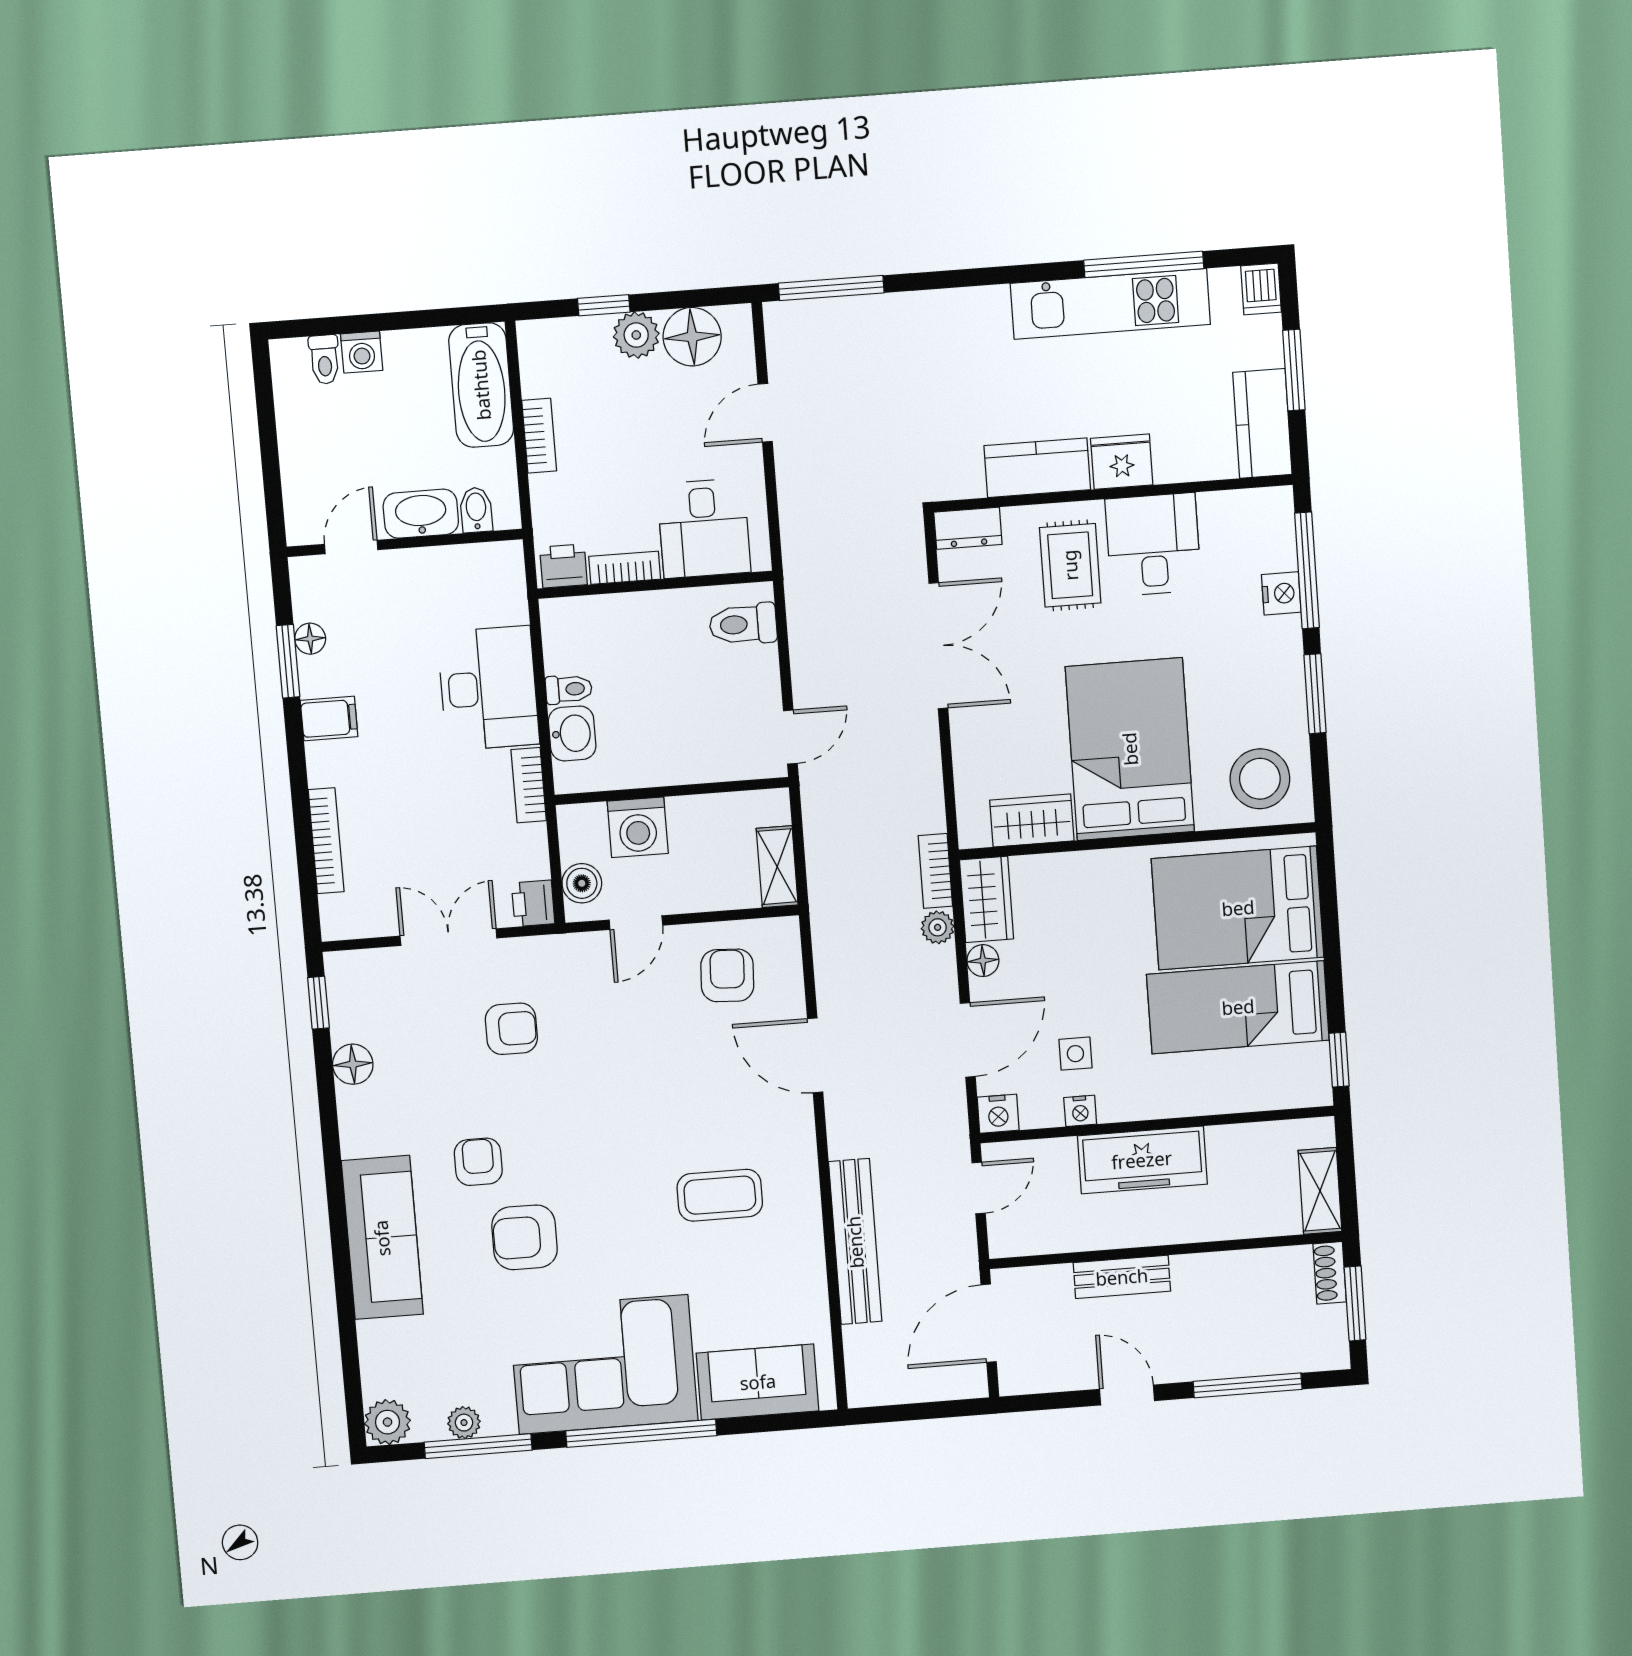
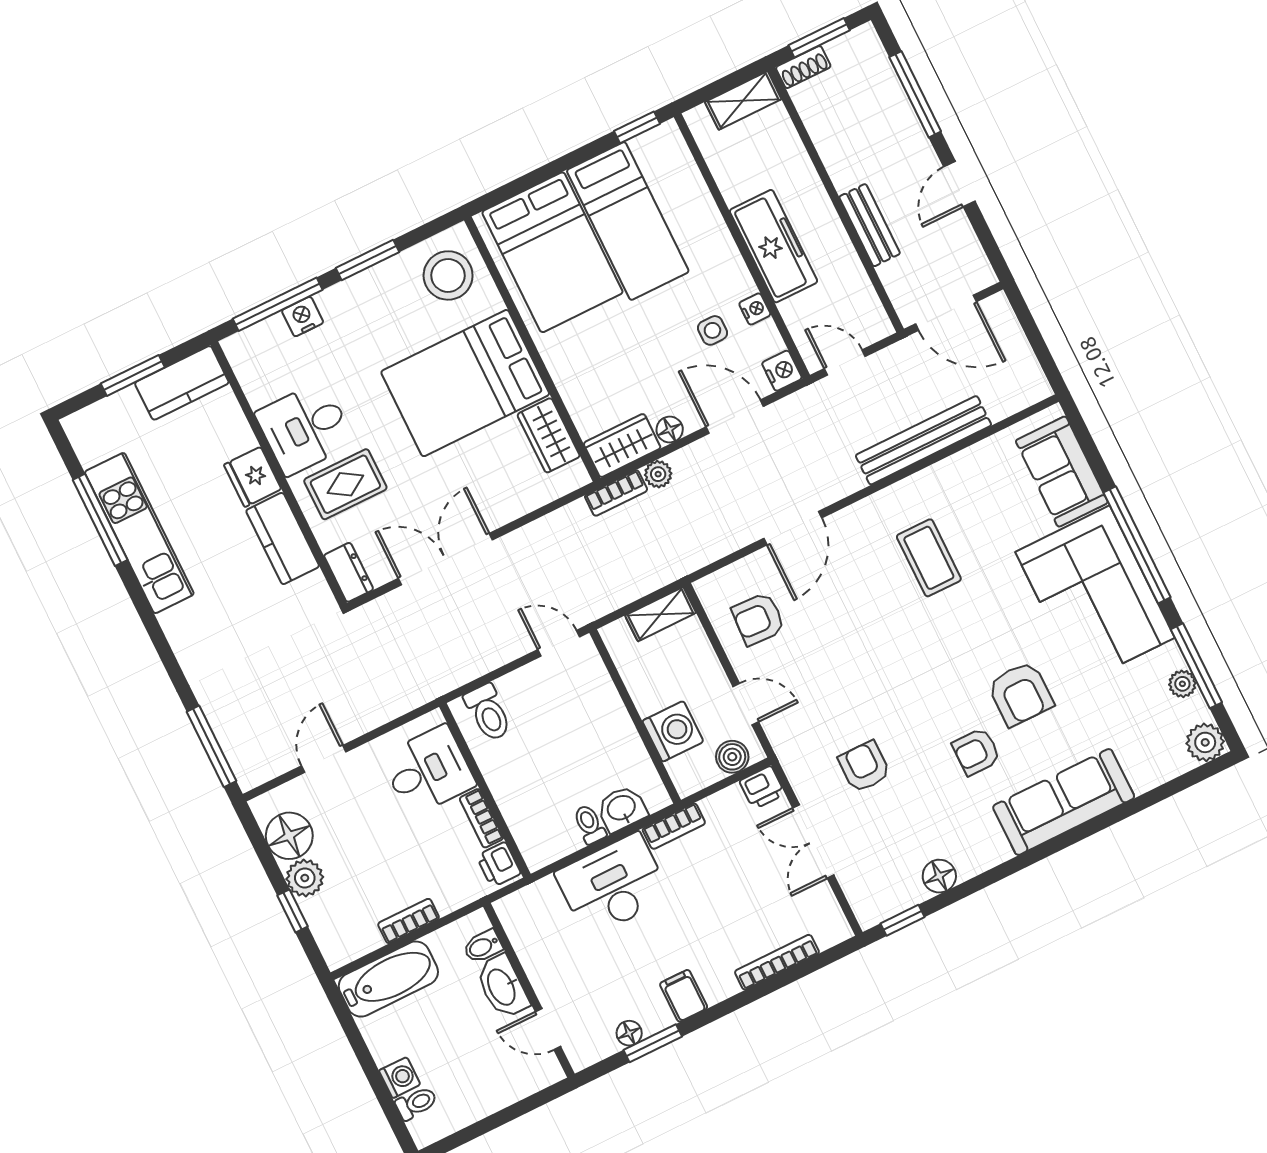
dishwasher: (1261, 289) -> (83, 425), removed
door: (765, 413) -> (324, 759), swing flipped

